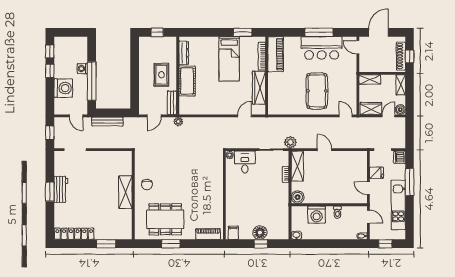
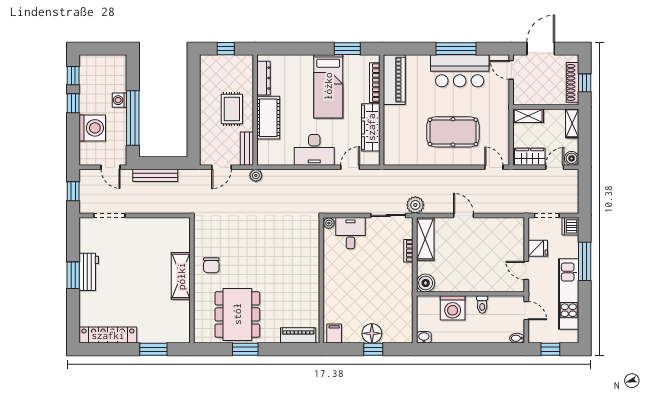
pool table: (317, 91) -> (453, 132), turned 90
desk: (219, 104) -> (314, 150), added
dining table: (165, 219) -> (237, 314), turned 90

